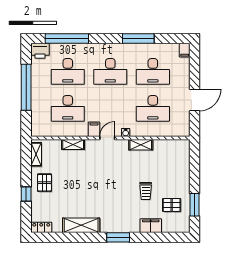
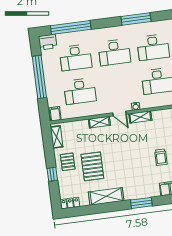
filing cabinet: (94, 129) -> (55, 114), moved
door: (107, 138) -> (119, 113), swing flipped
shelving: (73, 145) -> (99, 122), moved
shelving: (141, 145) -> (140, 117), moved
pallet: (71, 191) -> (92, 166), added

